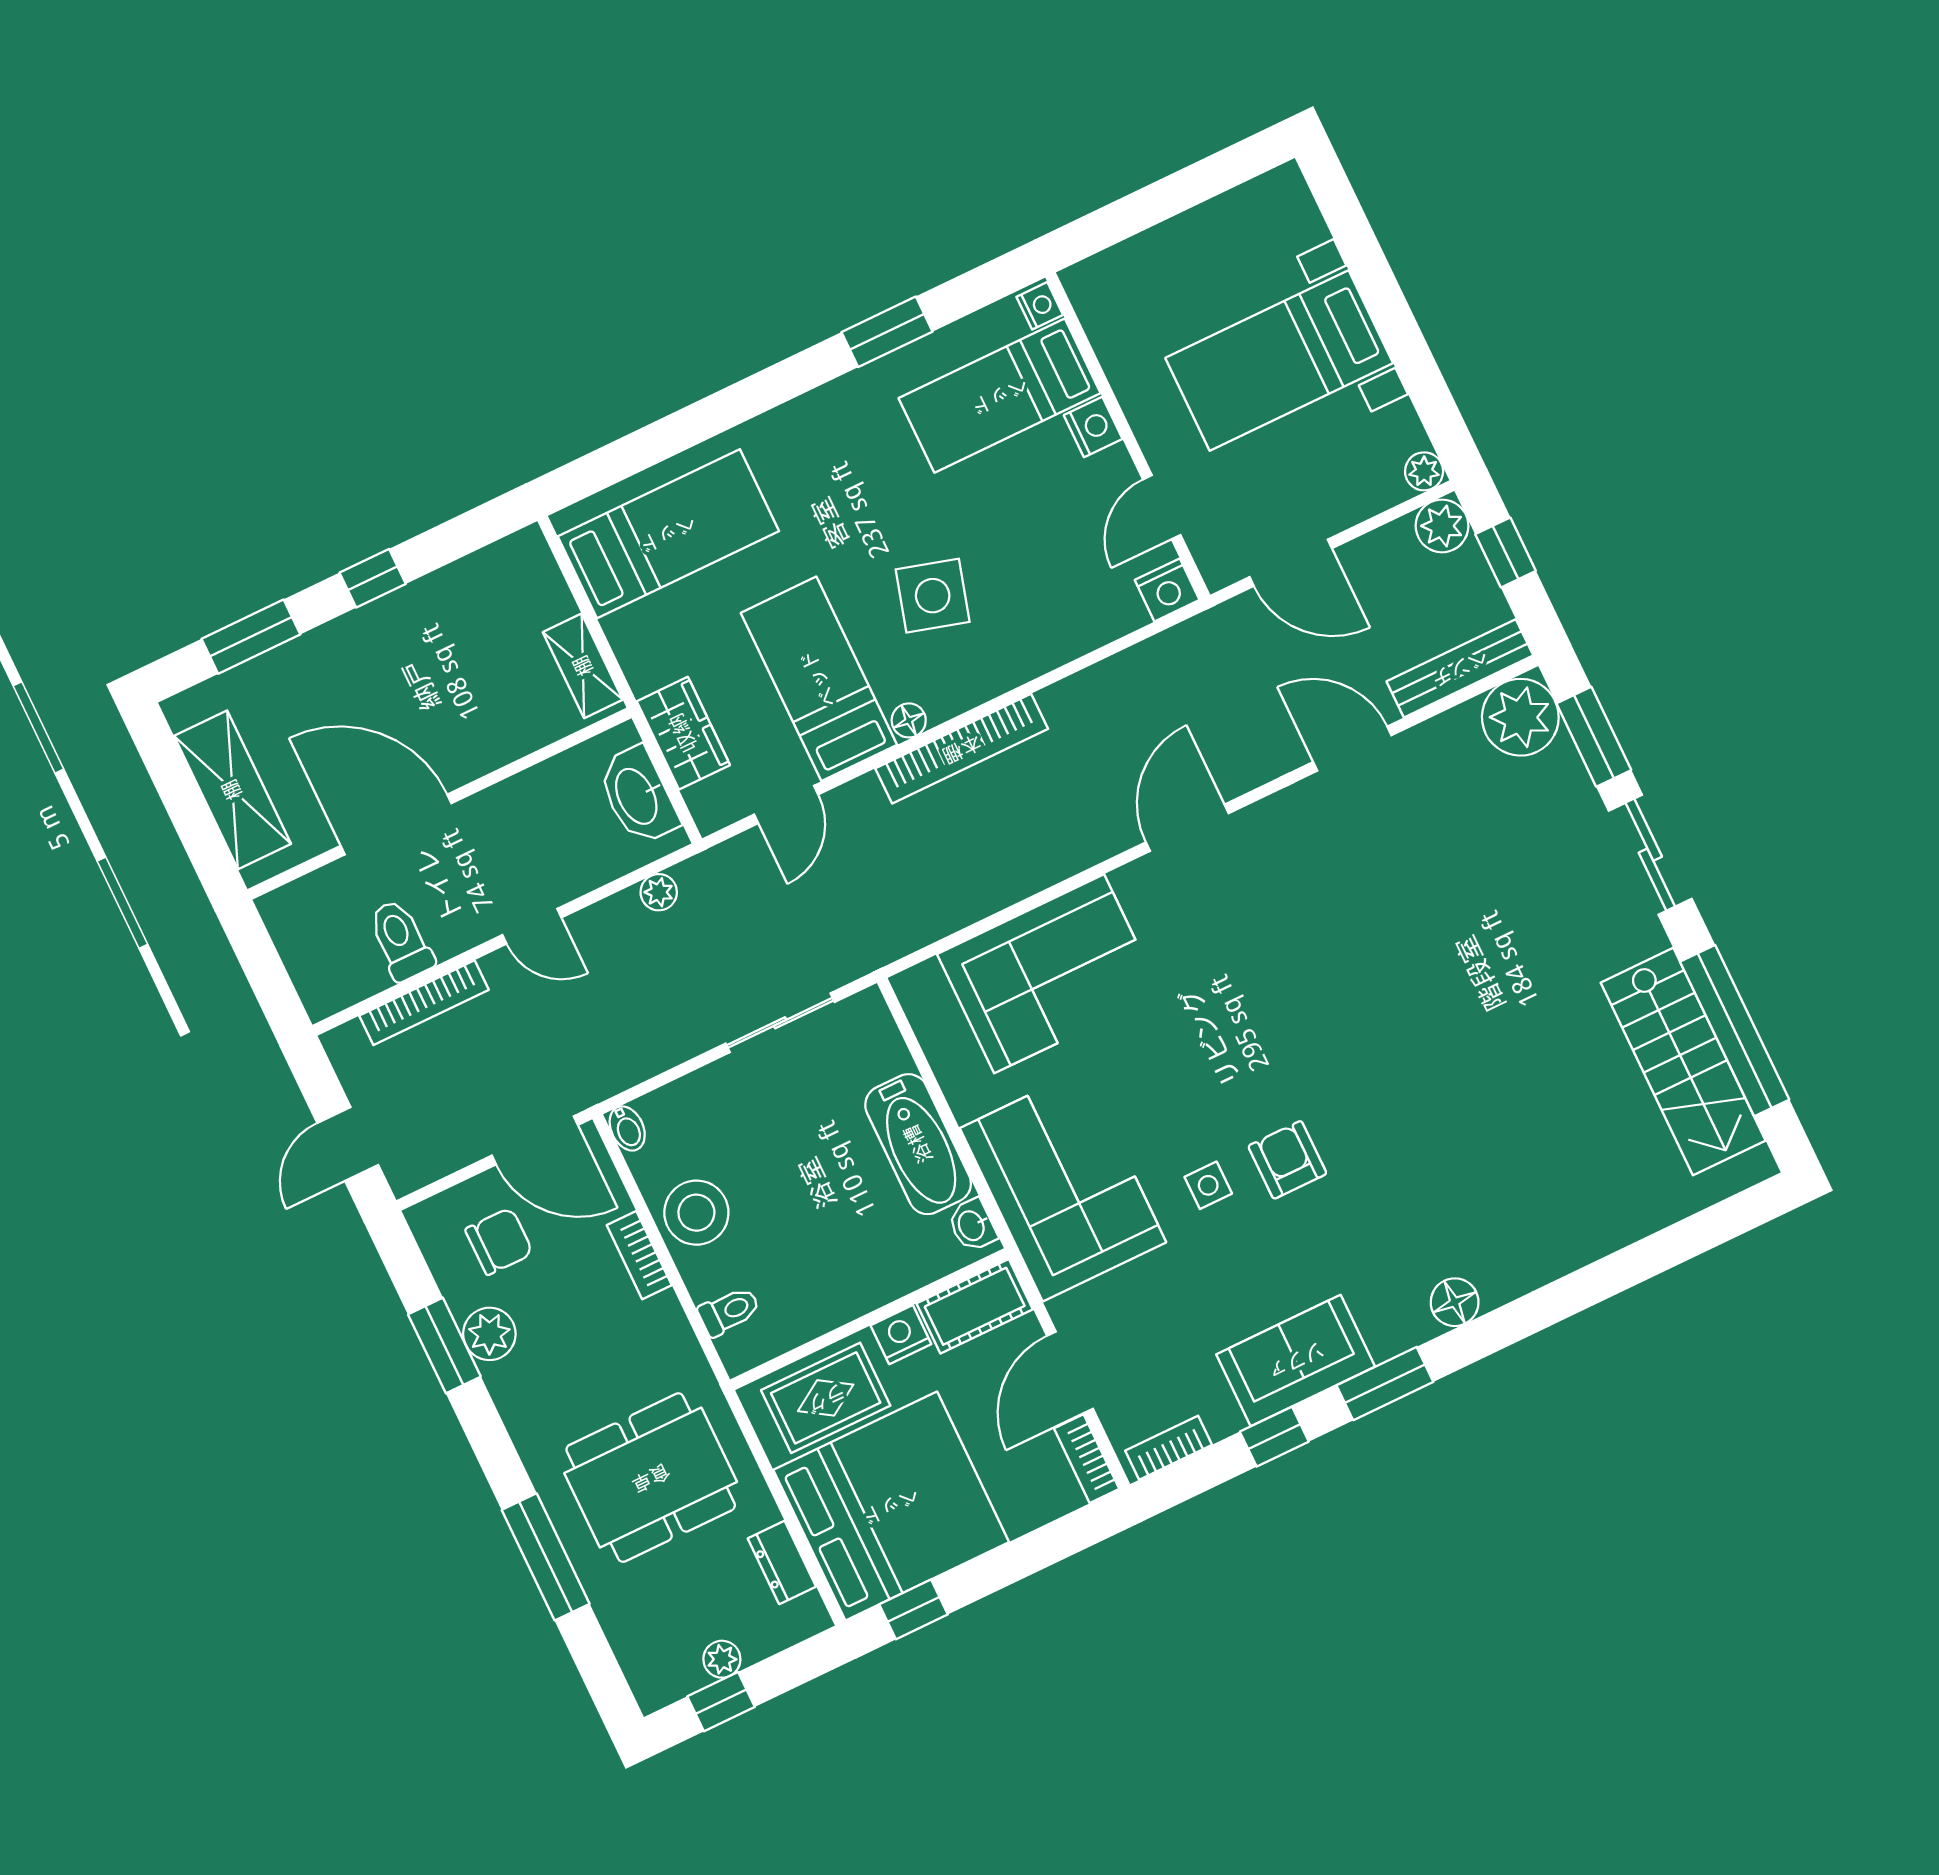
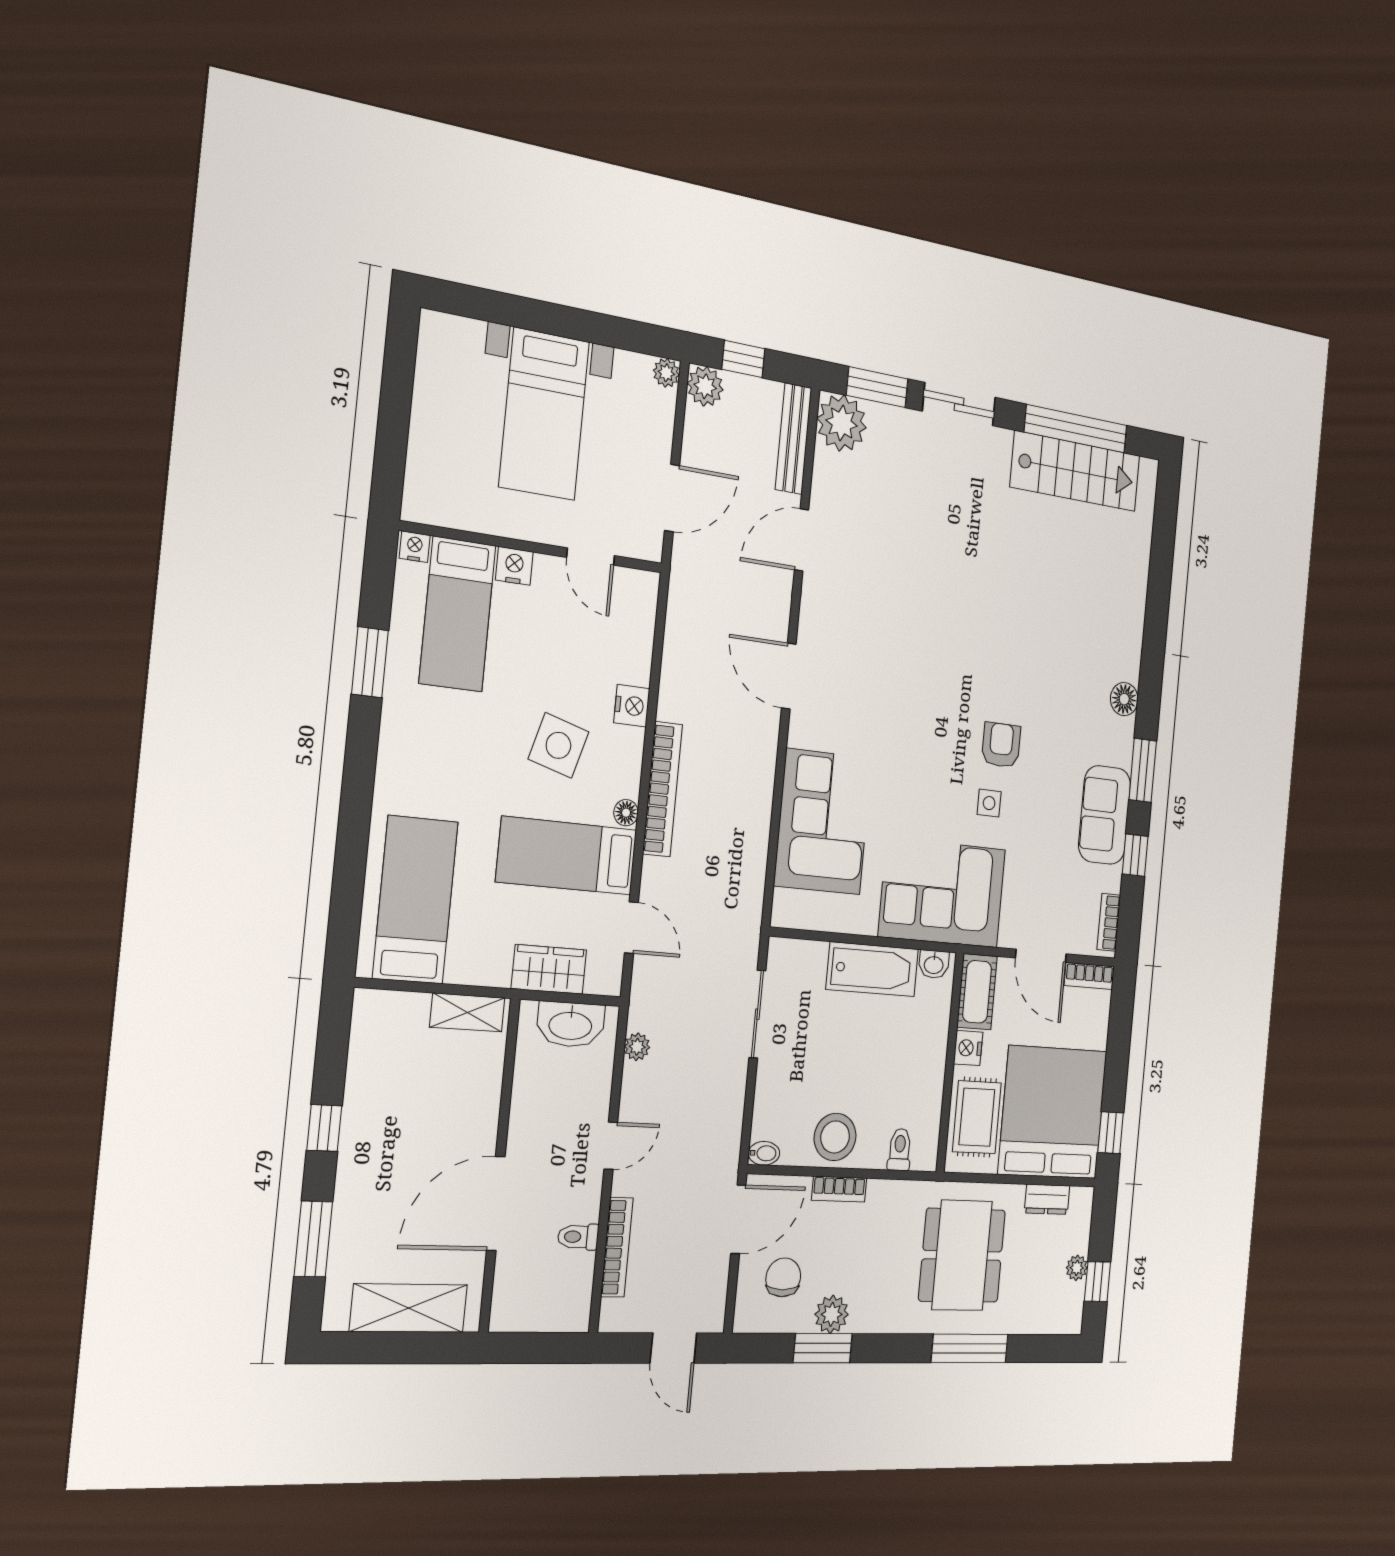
nightstand: (1167, 590) -> (632, 706), moved
toilet: (401, 940) -> (578, 1237), width x0.73, depth x0.72
armchair: (1287, 1160) -> (1001, 745), turned 90

